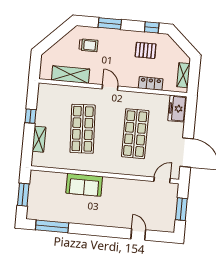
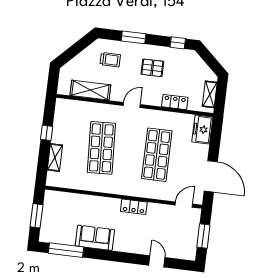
pallet: (146, 50) -> (152, 68), moved
door: (110, 87) -> (132, 105), hinge flipped
locker: (115, 183) -> (134, 207), added
sofa: (84, 185) -> (95, 238), moved, turned 180

